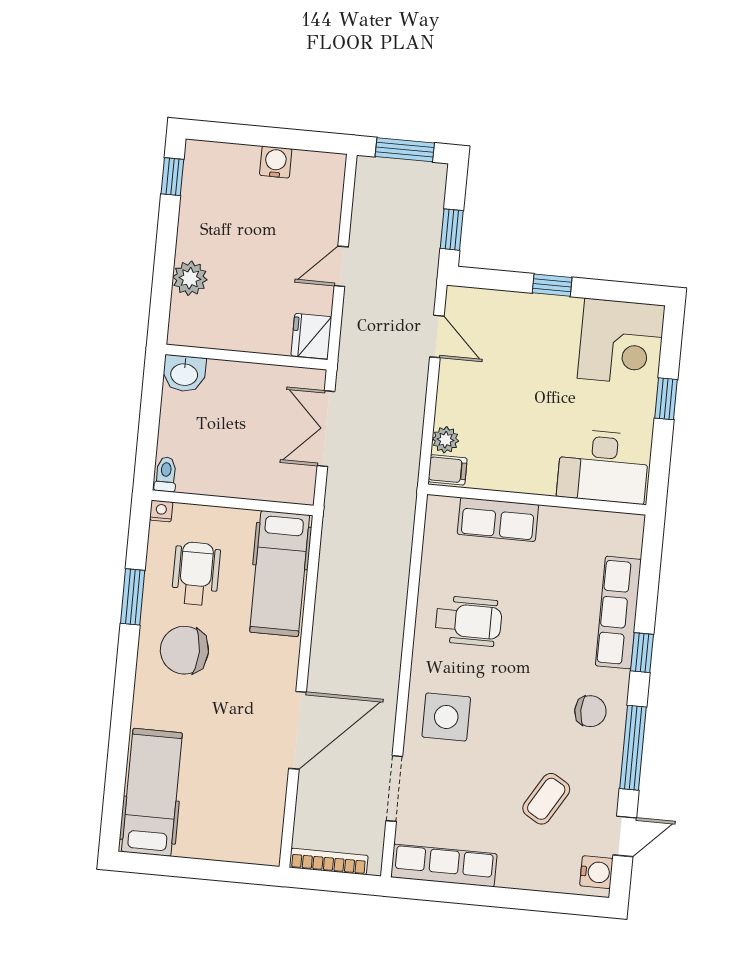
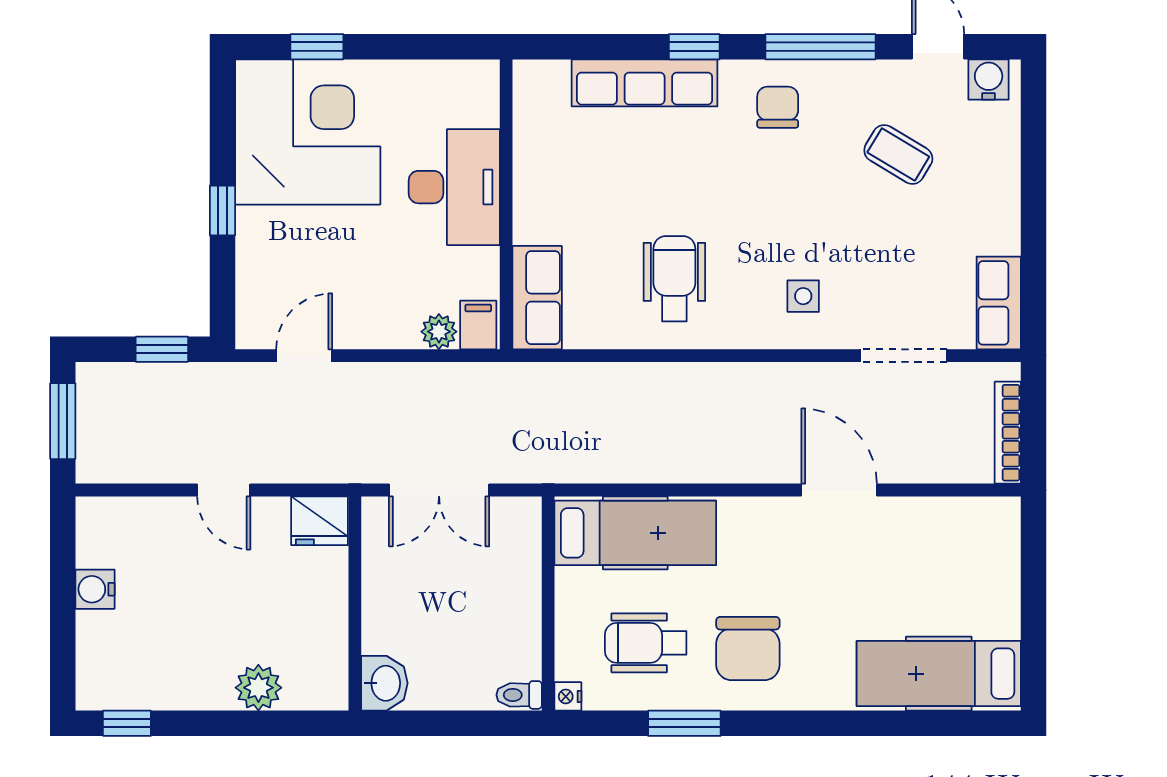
corner desk: (621, 342) -> (308, 132), width x1.36, depth x1.36
window: (666, 399) -> (317, 47), moved
desk: (603, 466) -> (454, 187), moved
row of seats: (498, 519) -> (537, 298), moved
side table: (446, 717) -> (803, 296), width x0.54, depth x0.54
door: (297, 730) -> (839, 490), width x0.73
row of seats: (444, 865) -> (999, 303), width x0.68

